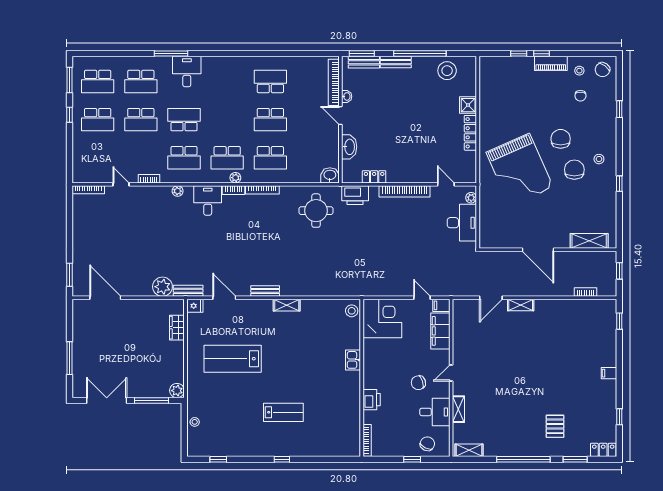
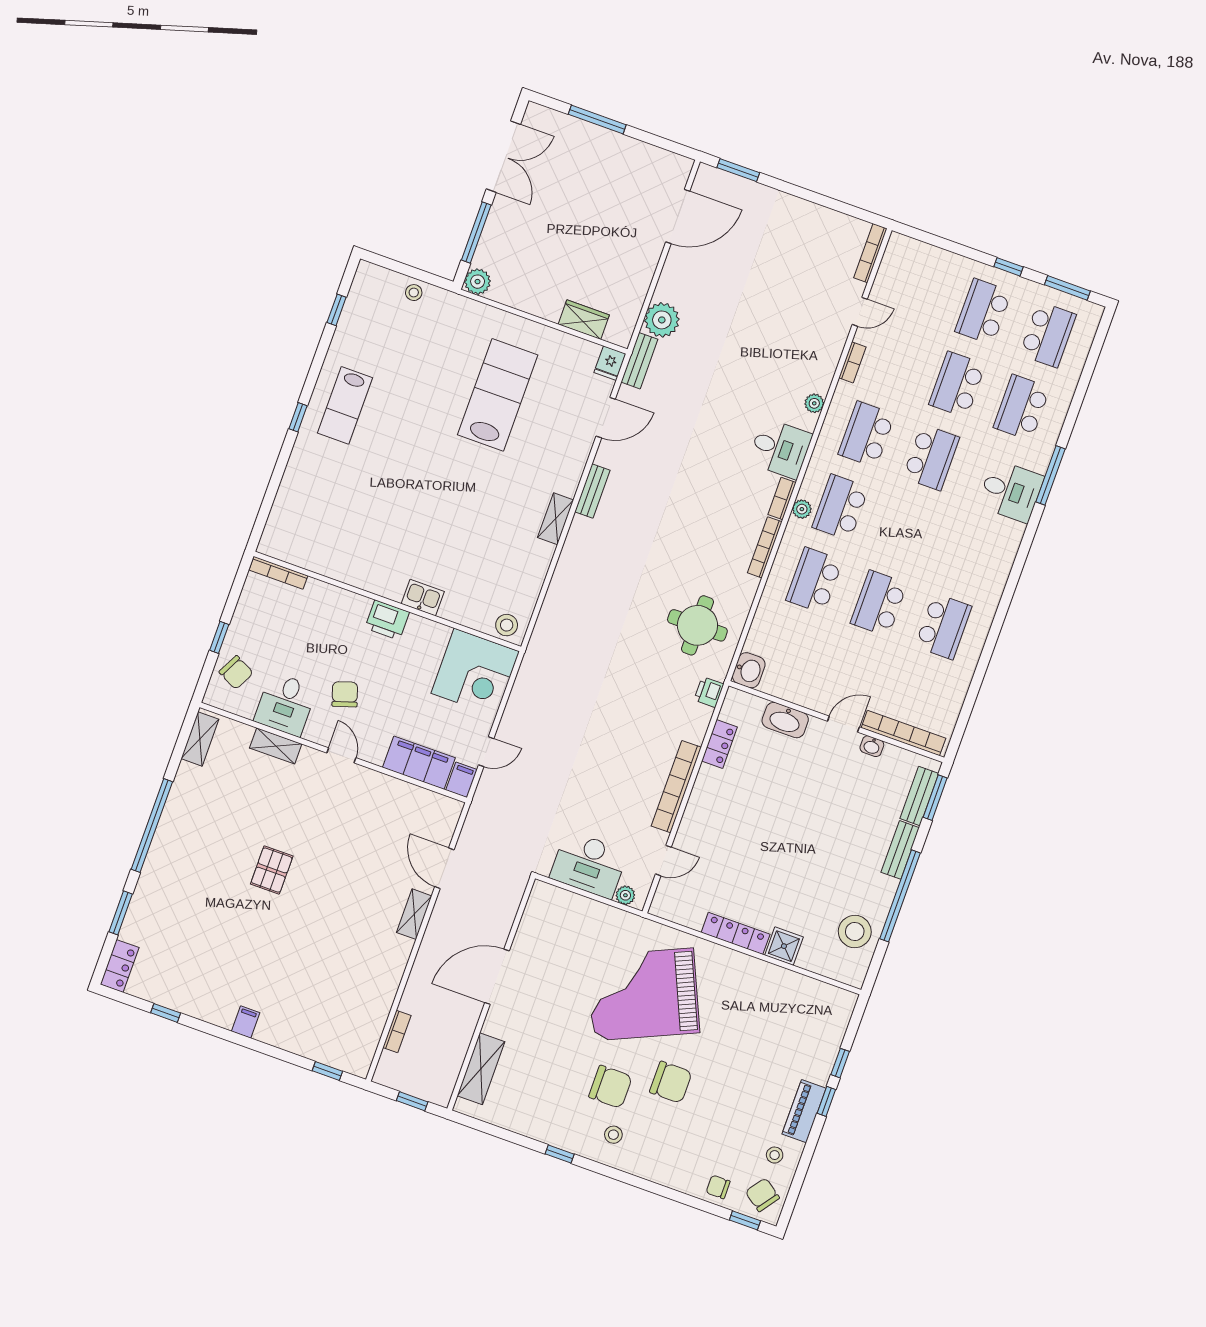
school desk: (98, 81) -> (1048, 335), turned 180
chair: (580, 96) -> (718, 1187), moved
window: (619, 109) -> (745, 1220), moved
printer: (355, 195) -> (709, 692), width x0.53, depth x0.68
printer: (372, 400) -> (387, 620), moved
lab bench: (283, 412) -> (345, 405), moved
pallet: (555, 426) -> (272, 870), moved, turned 90

